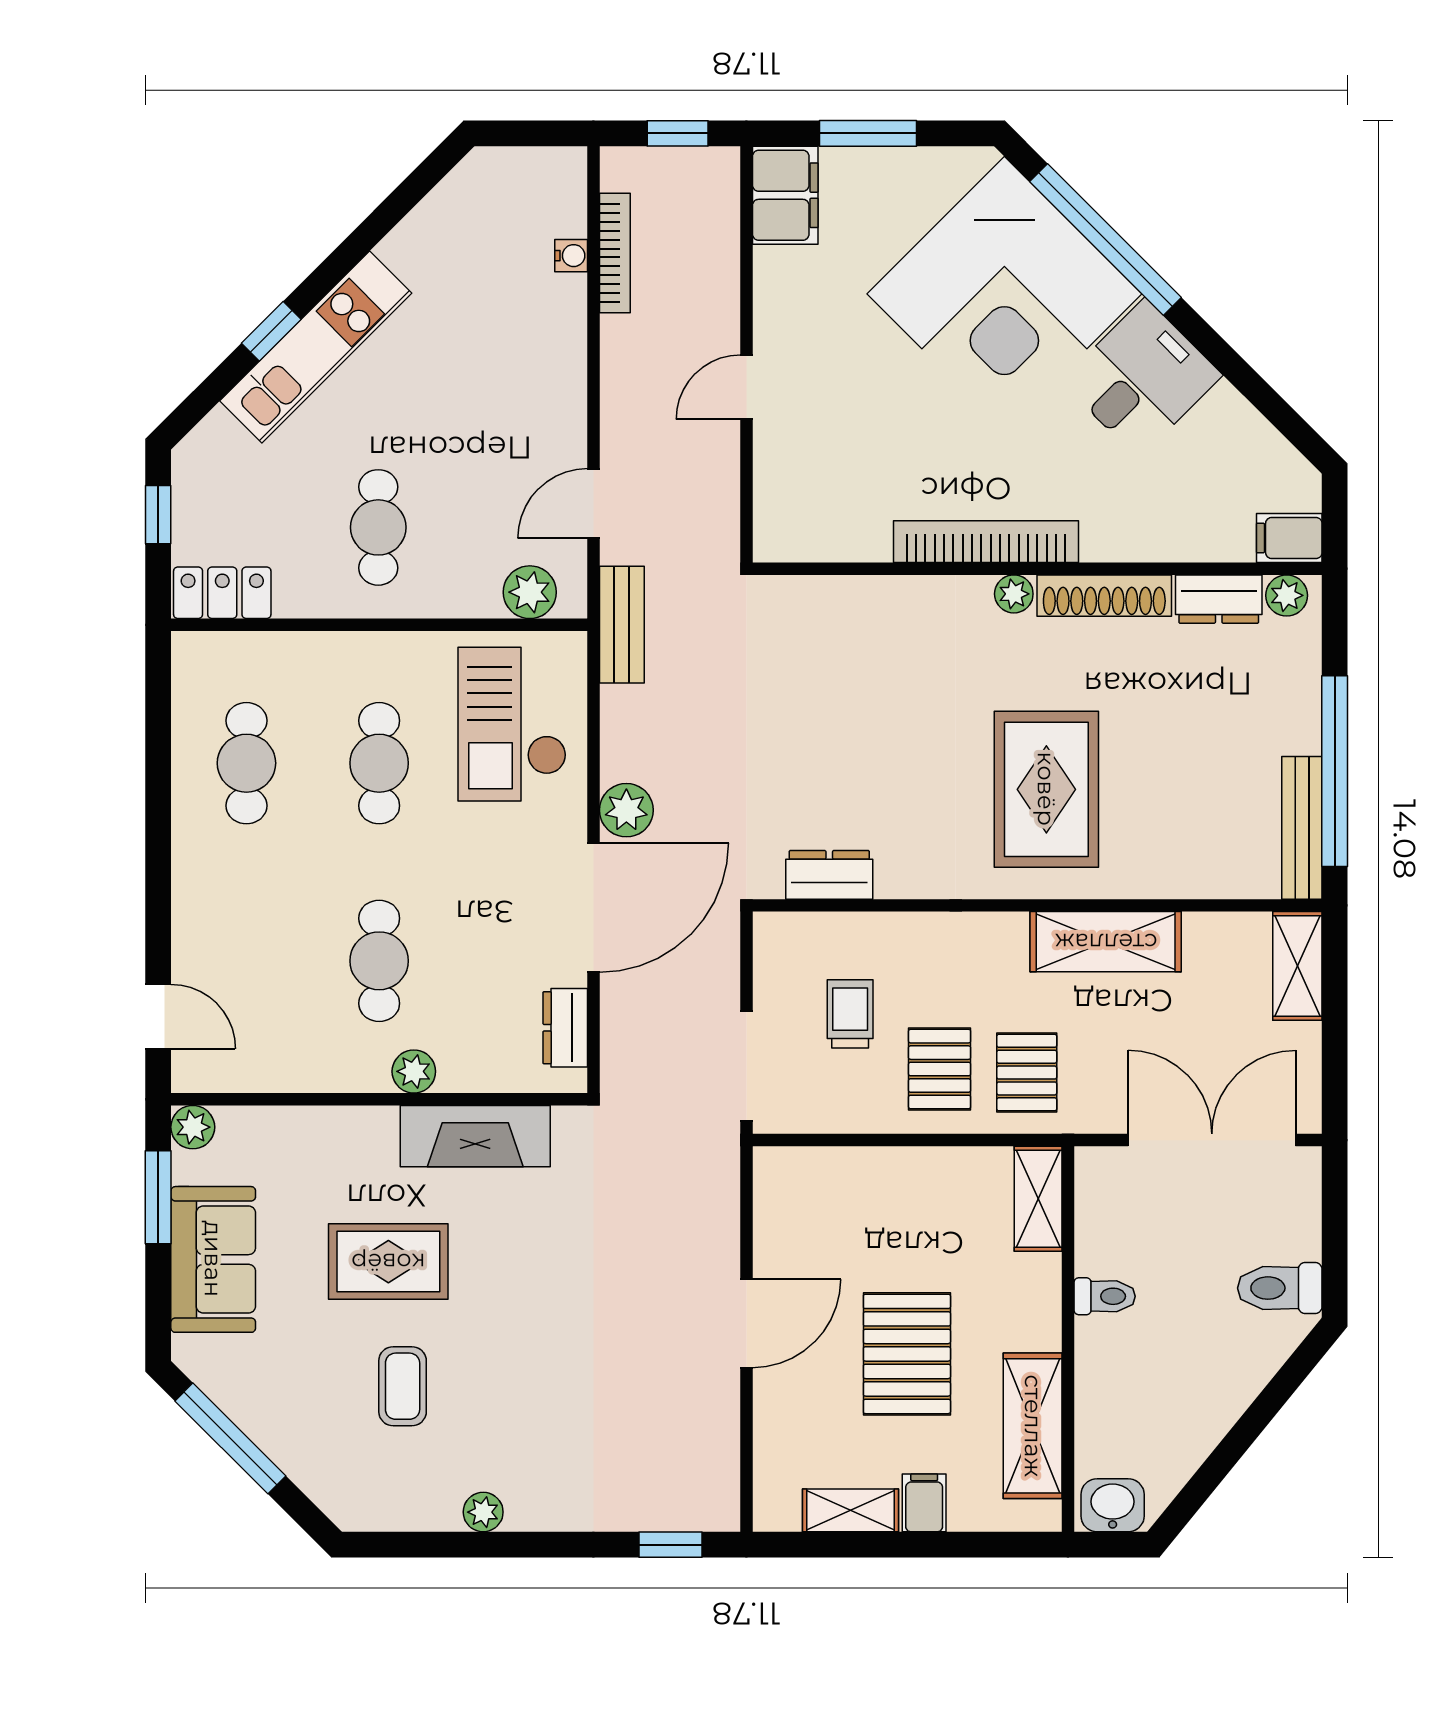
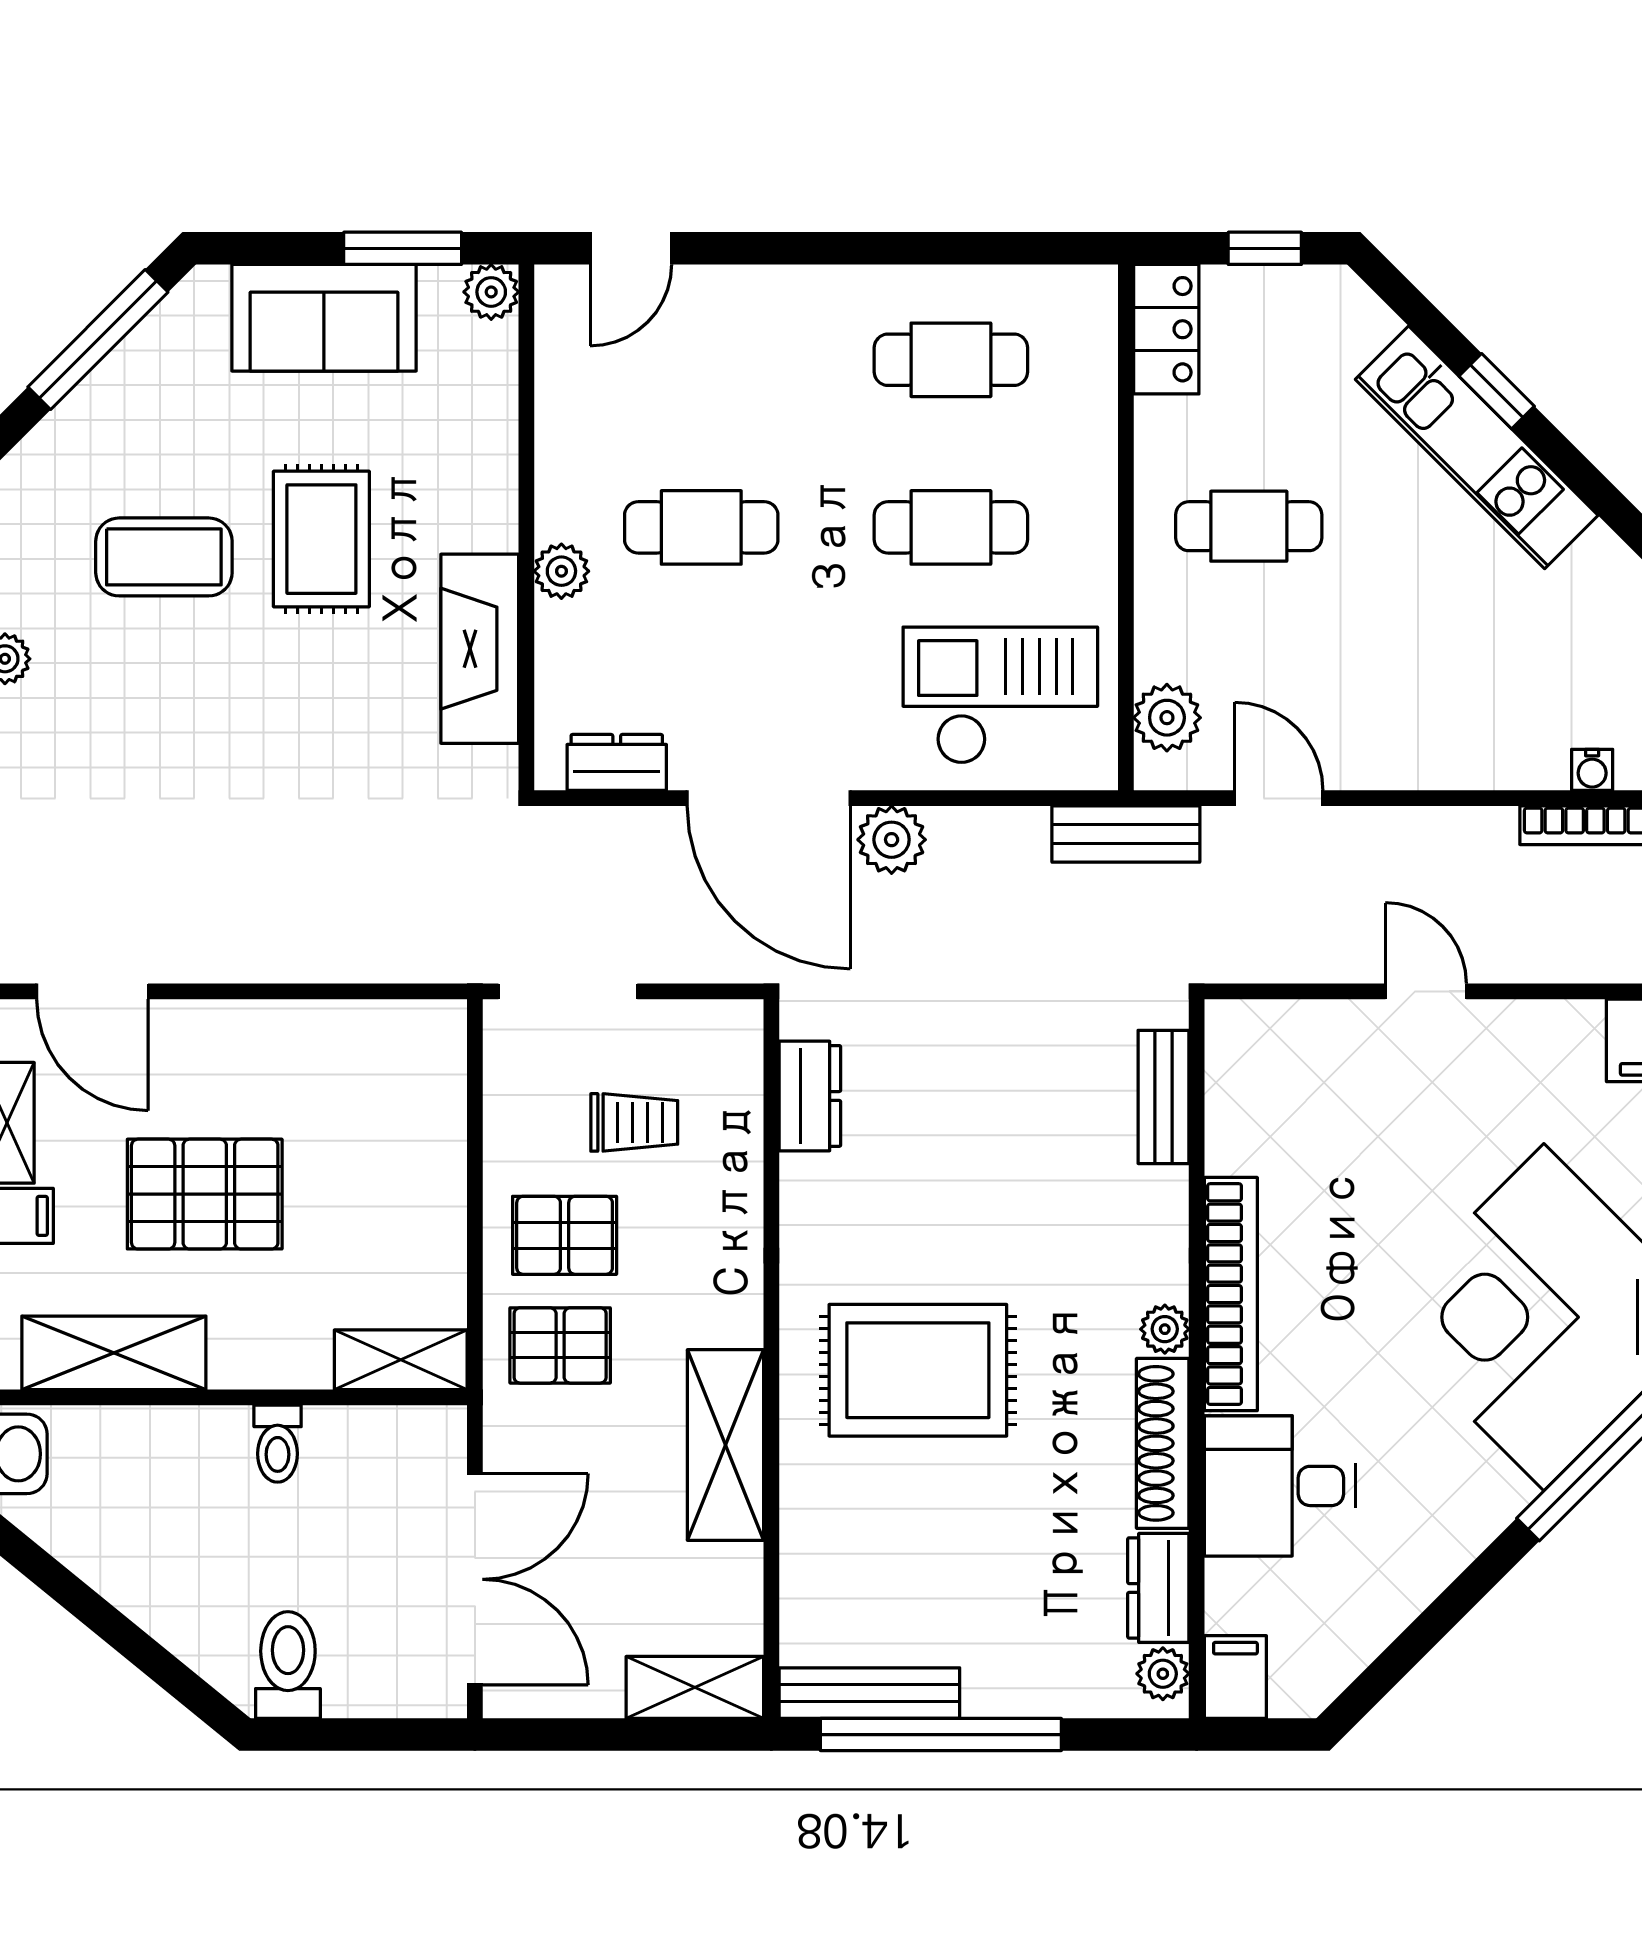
desk: (1142, 378) -> (1280, 1486), moved, turned 135
bench: (830, 595) -> (1163, 1097), added
door: (746, 1323) -> (92, 991), moved
coffee table: (403, 1386) -> (164, 557), width x1.36, depth x1.30

